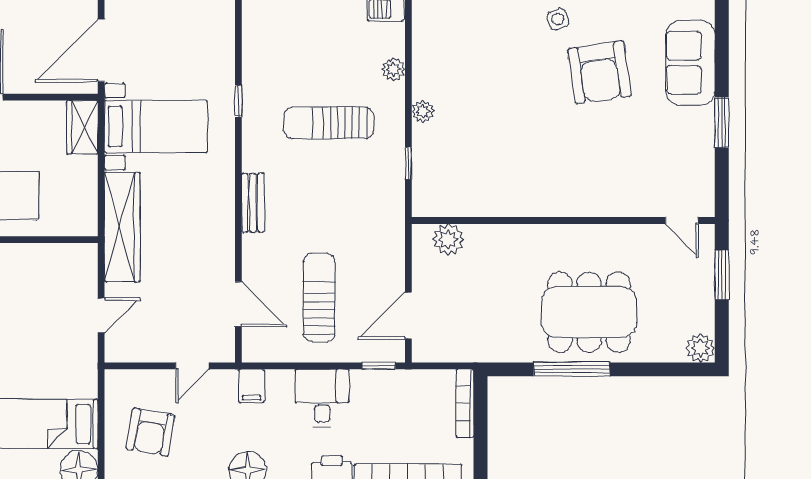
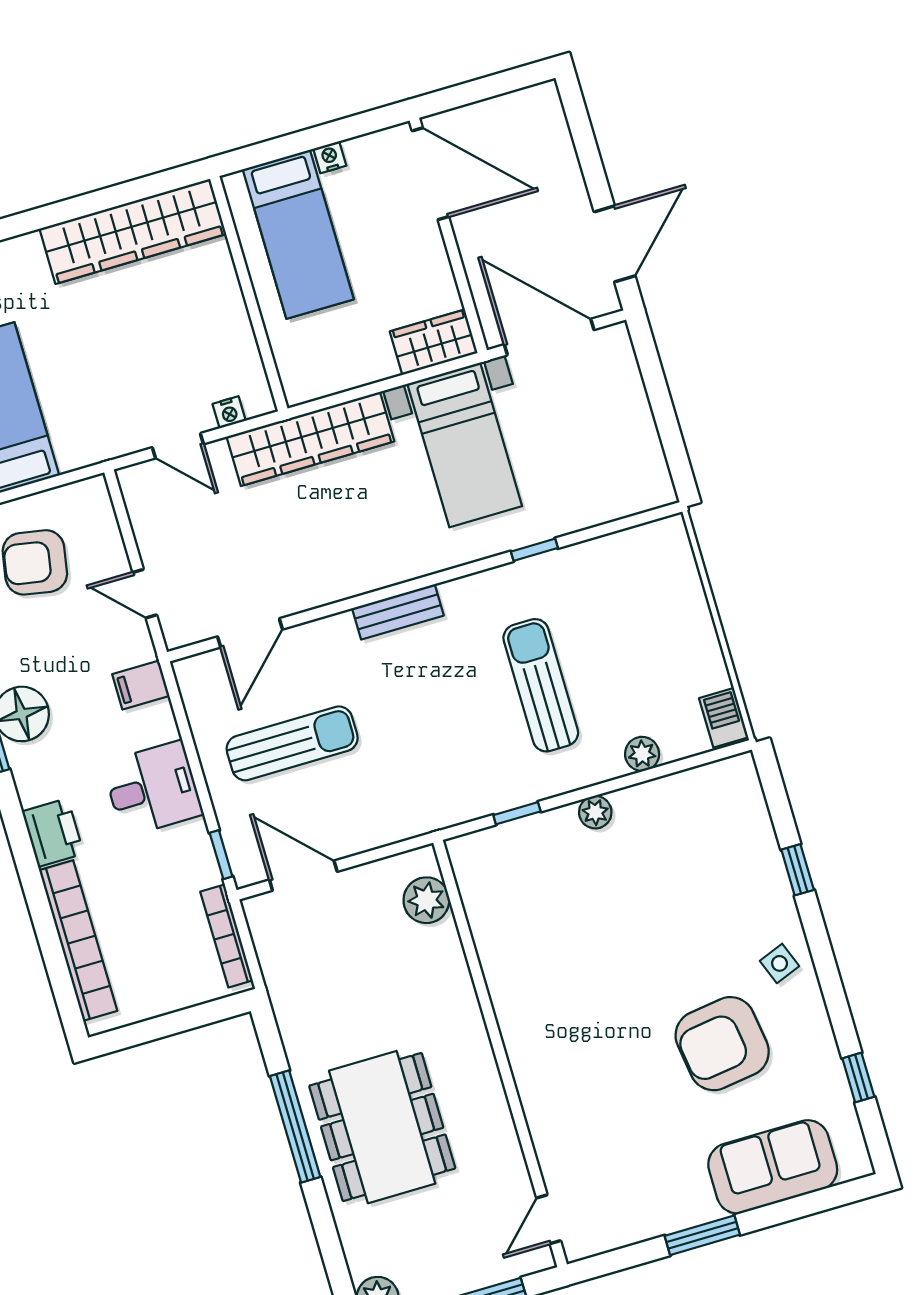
nightstand: (89, 275) -> (229, 412), added
bookcase: (465, 403) -> (227, 936), moved, turned -90

